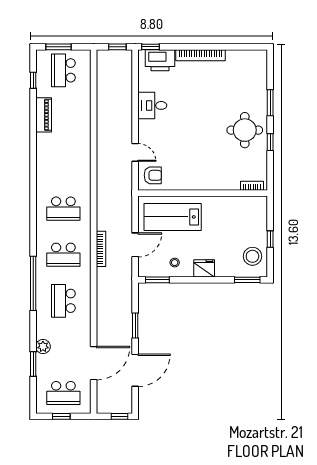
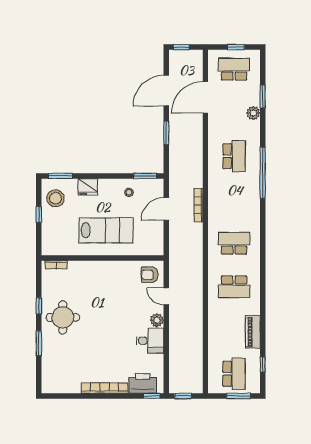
plant: (145, 127) -> (157, 320), added
lab bench: (173, 217) -> (106, 230), moved
school desk: (63, 255) -> (234, 287), moved, turned 180
fridge: (204, 268) -> (88, 187), moved

